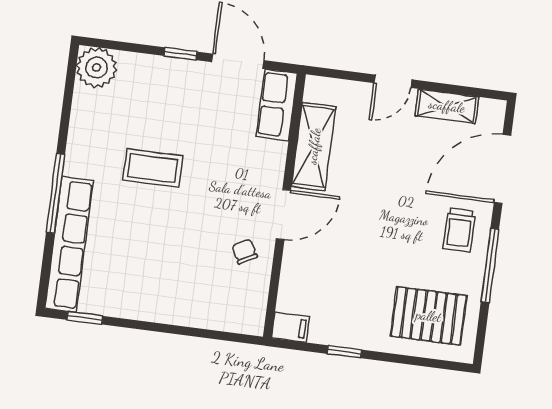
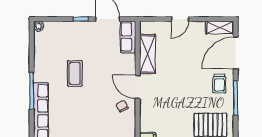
plant: (97, 68) -> (39, 26), width x0.53, depth x0.53
shelving: (447, 106) -> (220, 27), moved
coffee table: (153, 168) -> (75, 73), turned 90
door: (283, 215) -> (138, 87), swing flipped

